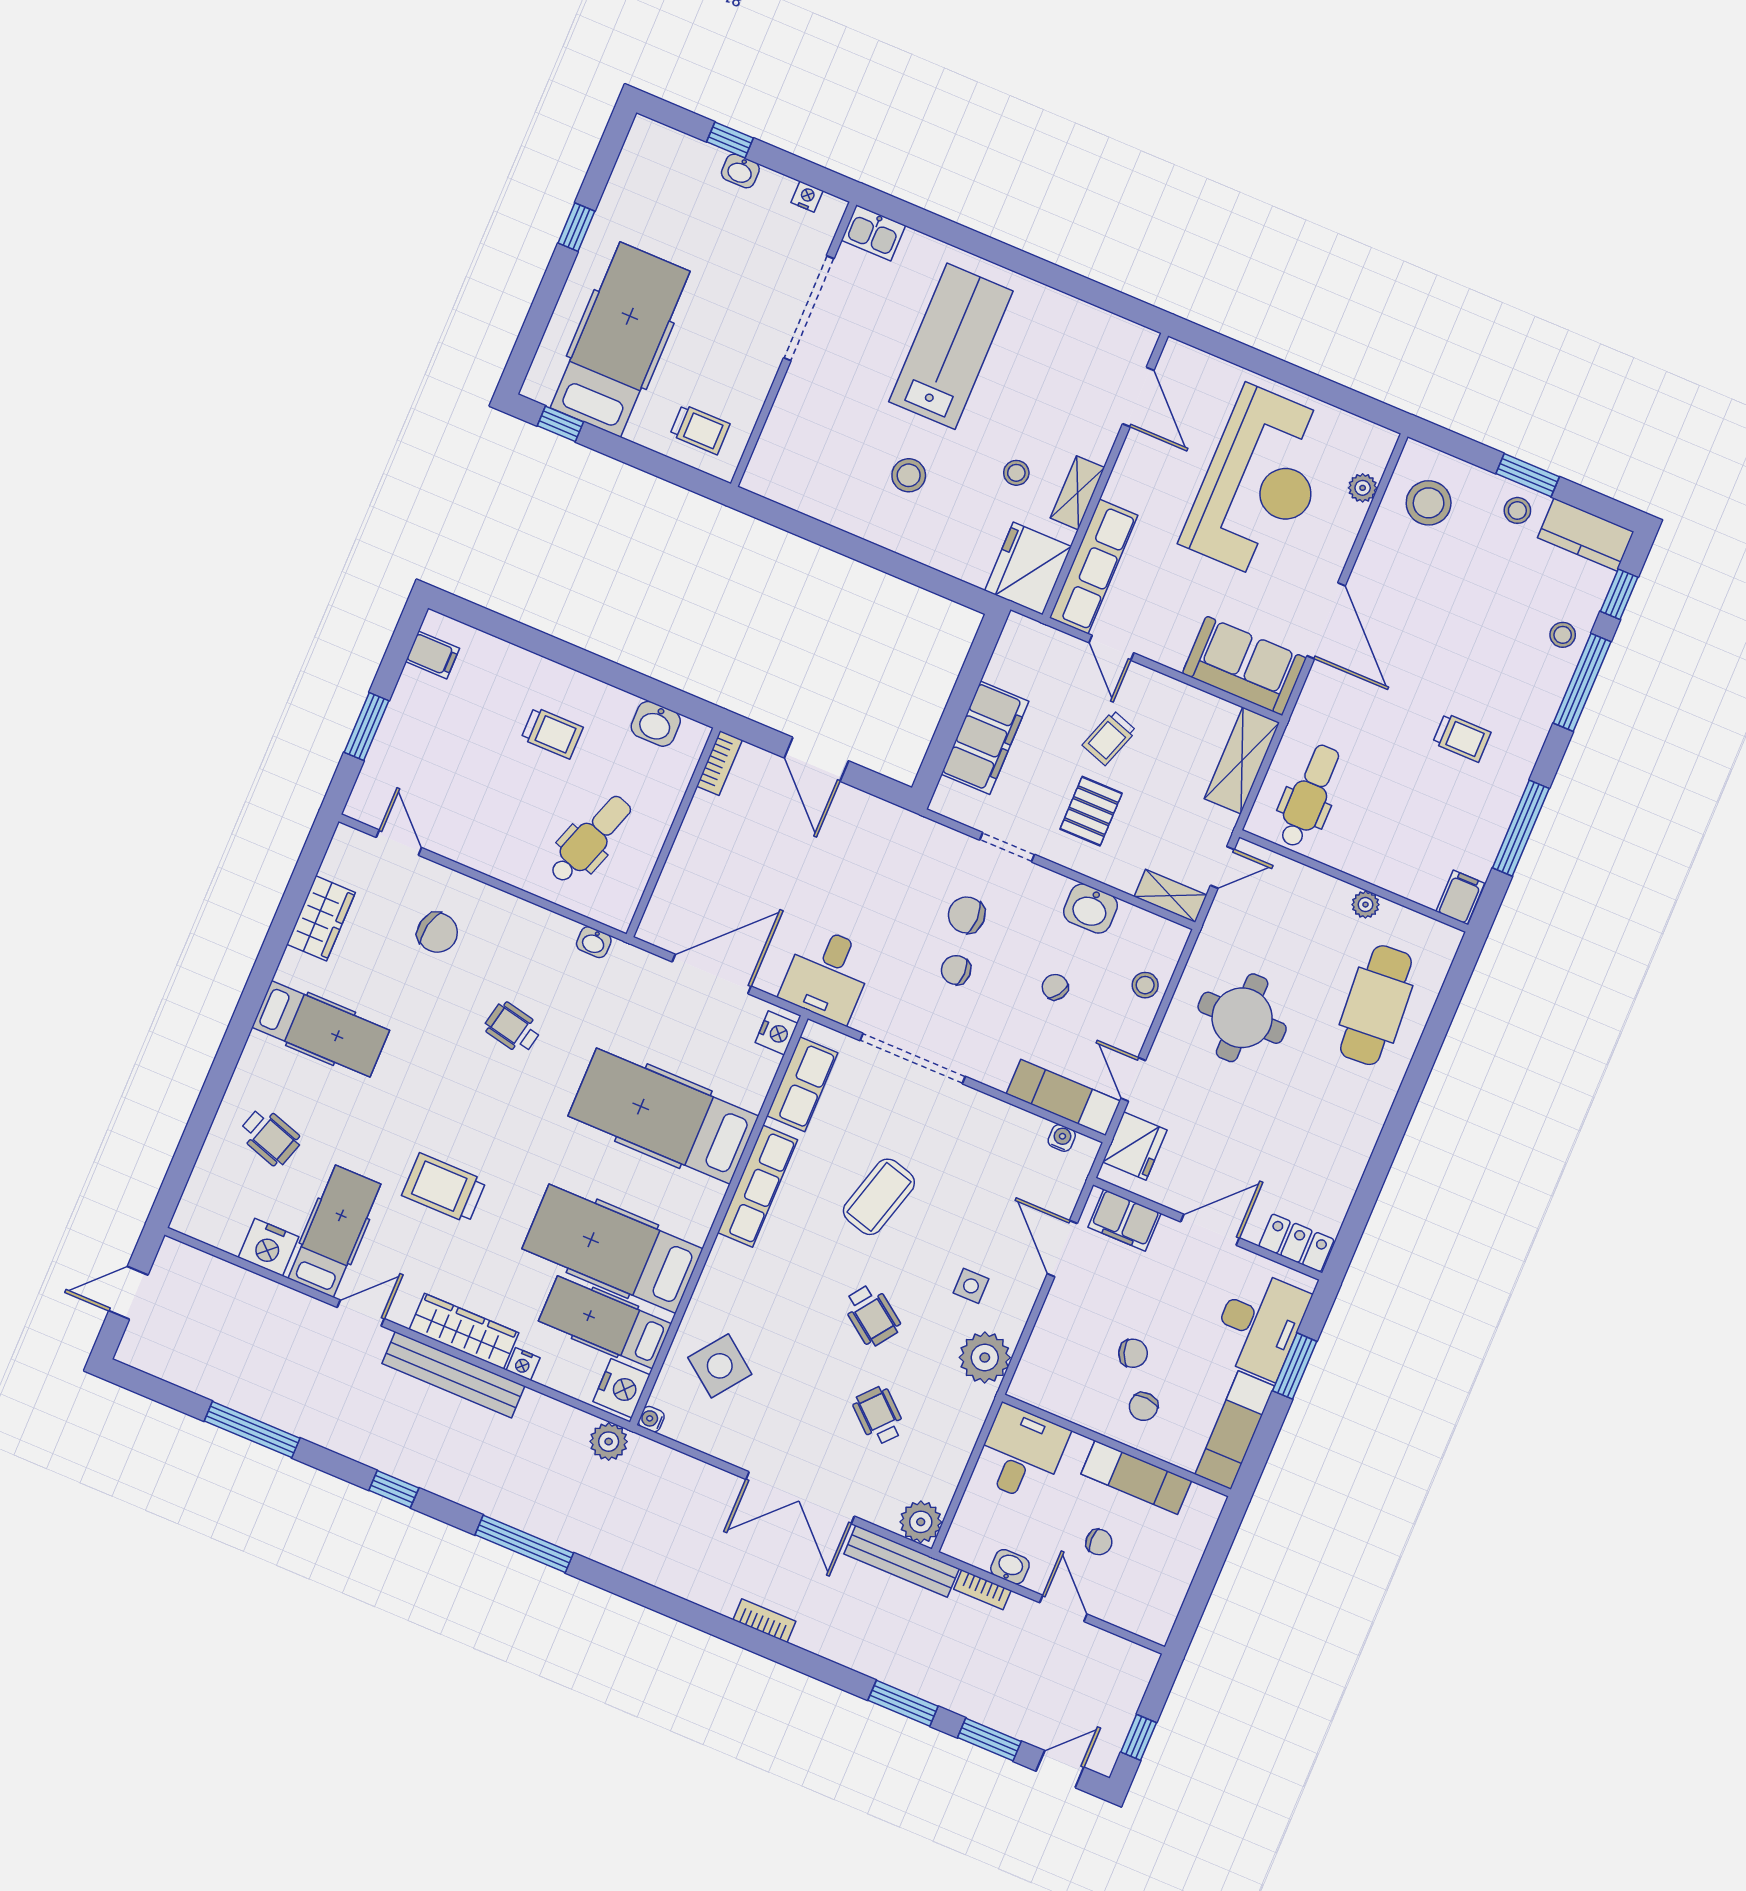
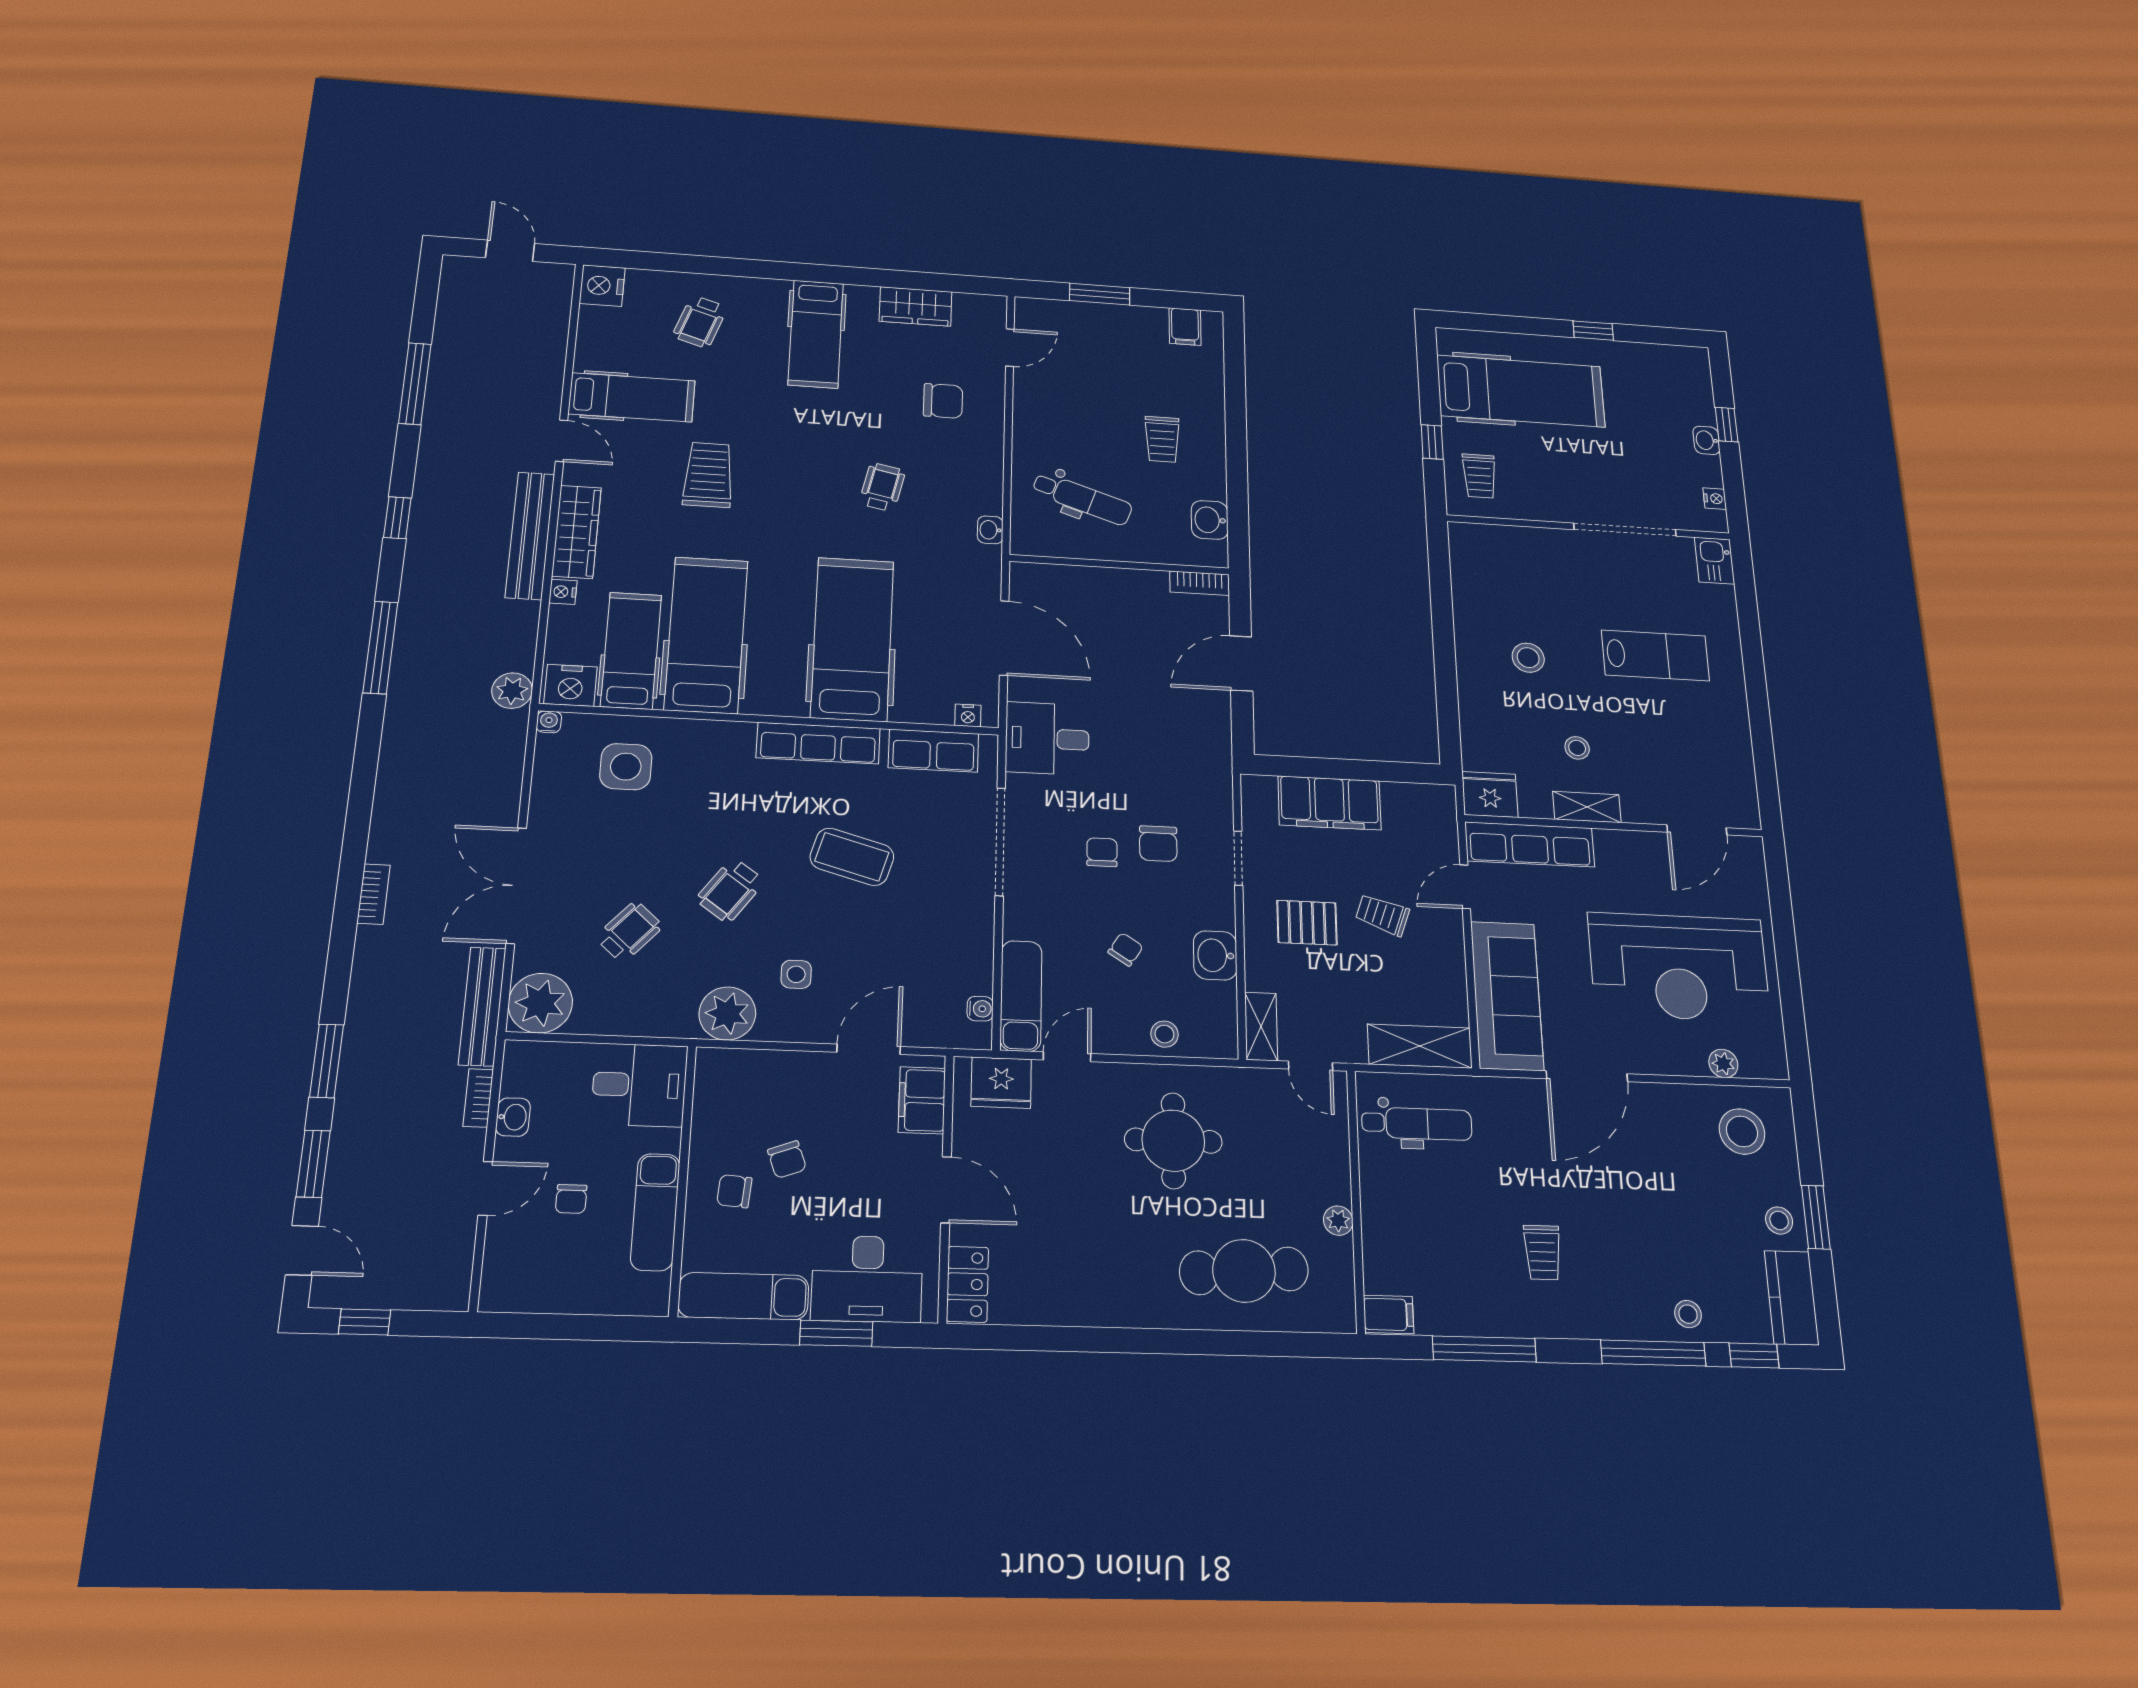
lab bench: (951, 346) -> (1655, 655), width x0.73, depth x0.72
window: (560, 424) -> (1432, 442), moved
fridge: (1028, 568) -> (1490, 794), width x0.73, depth x0.75
sofa: (1244, 666) -> (1507, 996), width x1.36
chair: (967, 915) -> (1158, 844), turned 180
chair: (437, 933) -> (943, 401), turned -102
nightstand: (776, 1033) -> (968, 715), width x0.72, depth x0.74
nightstand: (269, 1247) -> (602, 286), moved
side table: (720, 1366) -> (626, 767), turned -37
plant: (921, 1522) -> (540, 1003), width x1.36, depth x1.36

